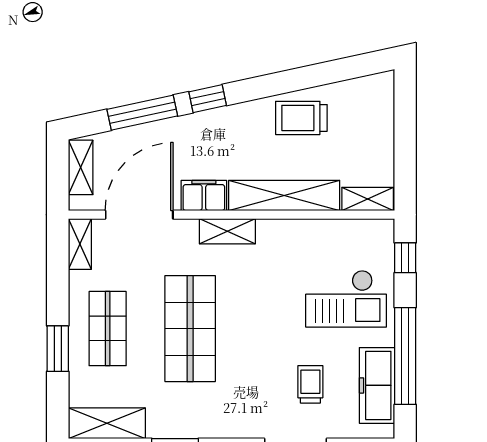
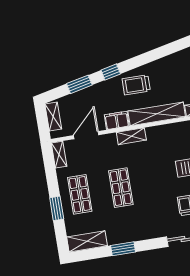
window: (142, 113) -> (79, 84), width x0.69
trolley: (301, 118) -> (136, 85), moved
door: (139, 215) -> (86, 135), width x0.73
shop shelf: (190, 329) -> (121, 188), width x0.70, depth x0.74

